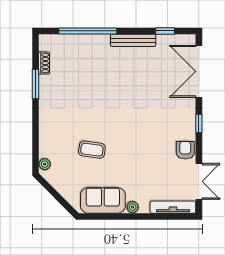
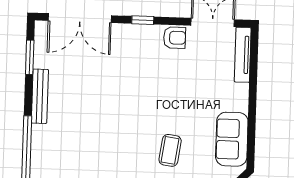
window: (165, 31) -> (30, 57), width x1.50
armchair: (185, 150) -> (175, 38), turned 180
plant: (133, 207) -> (241, 104), removed

